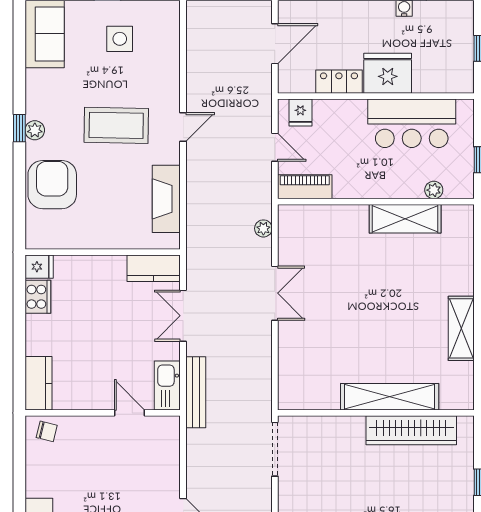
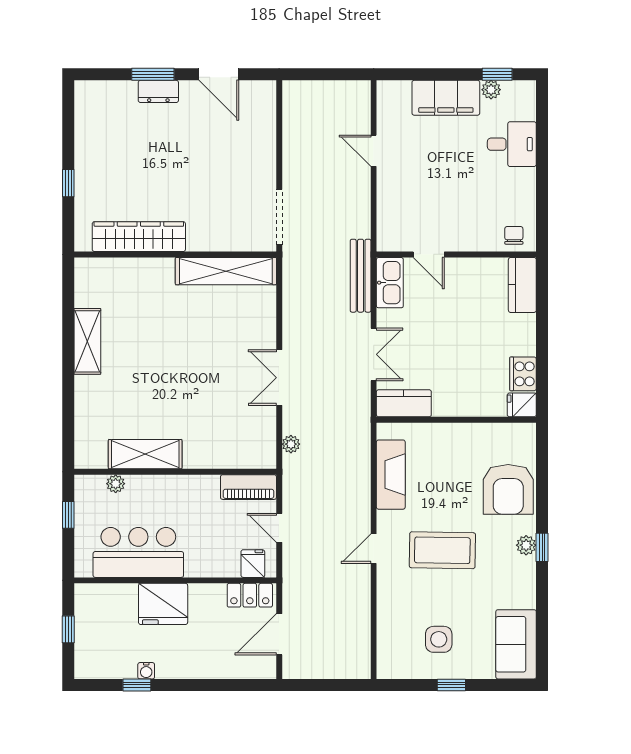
locker: (339, 82) -> (250, 595), moved
shelving: (390, 397) -> (226, 271), moved
chair: (47, 431) -> (514, 235), turned 76

